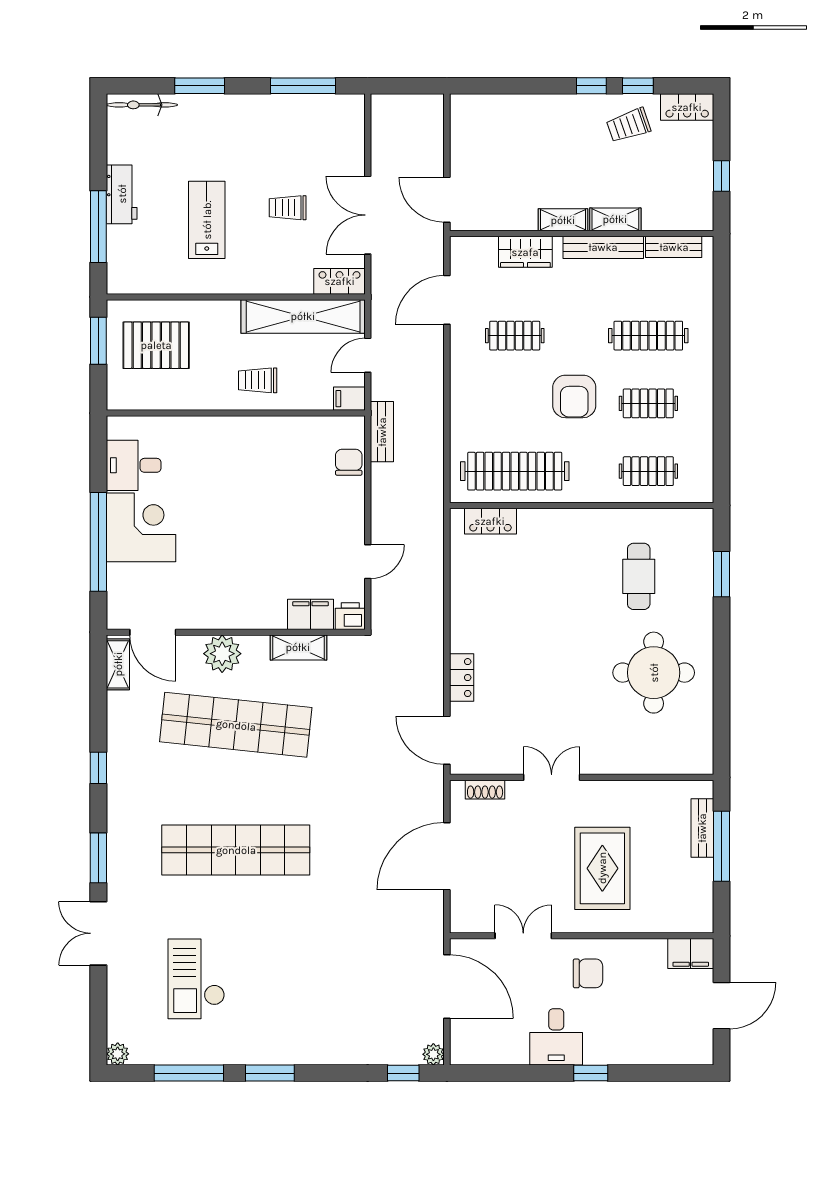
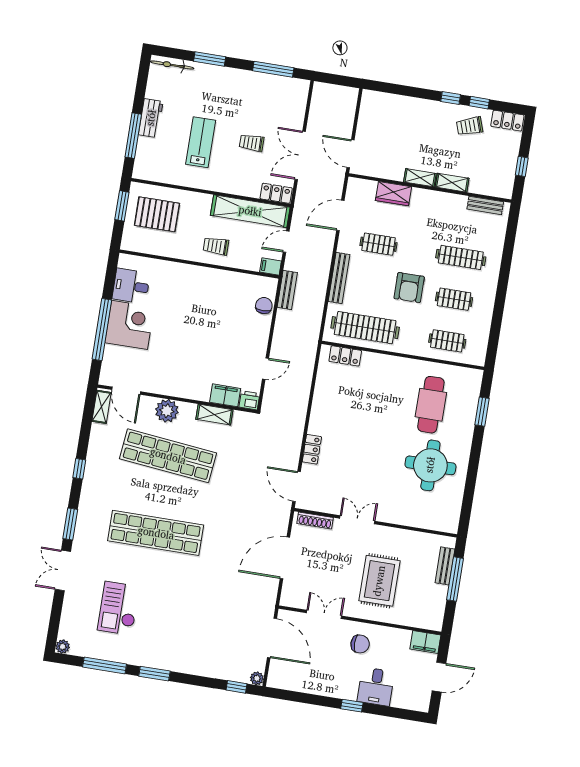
bench: (603, 247) -> (339, 278), moved, turned 90
cafe table: (639, 576) -> (431, 405), width x1.37, depth x1.35
shoe rack: (485, 790) -> (315, 521), width x1.43
desk: (556, 1037) -> (376, 687), moved

